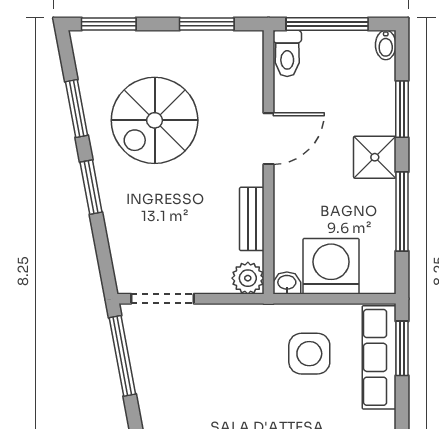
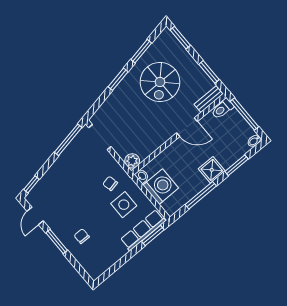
spiral stairs: (155, 120) -> (160, 82), turned -90
bench: (252, 219) -> (209, 99), moved
chair: (255, 347) -> (110, 183), added

